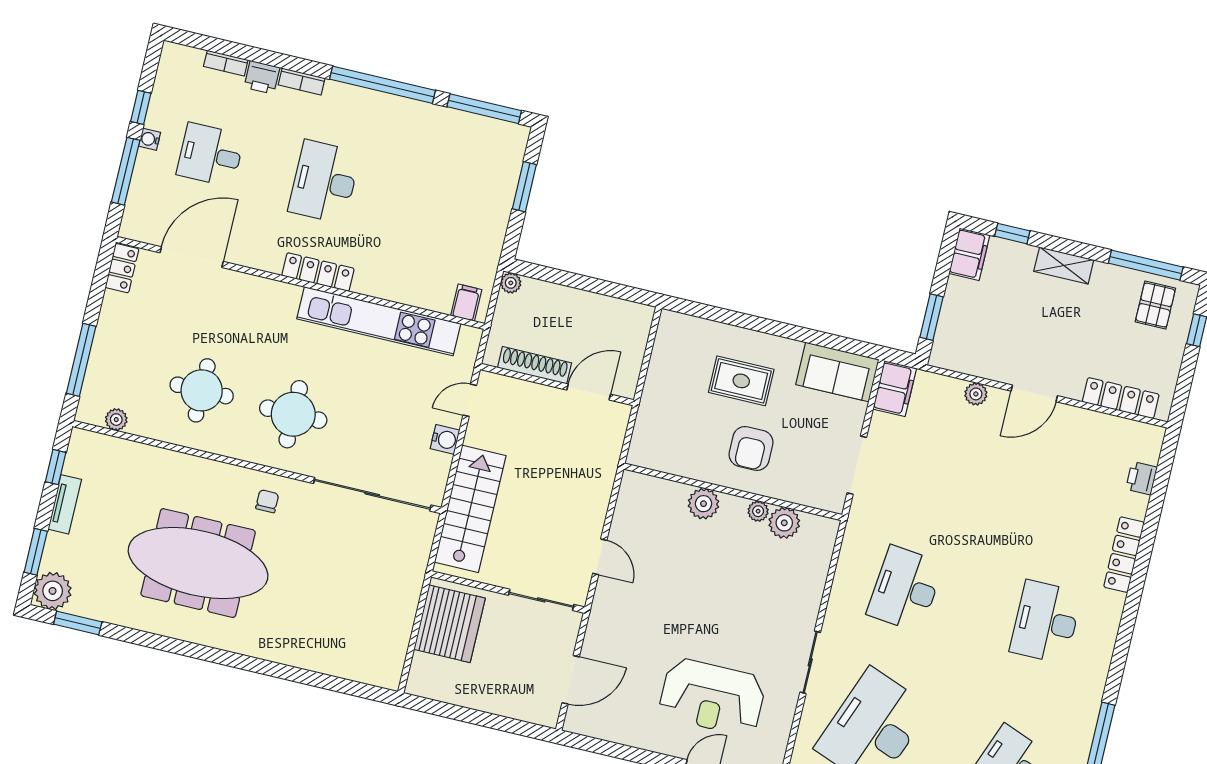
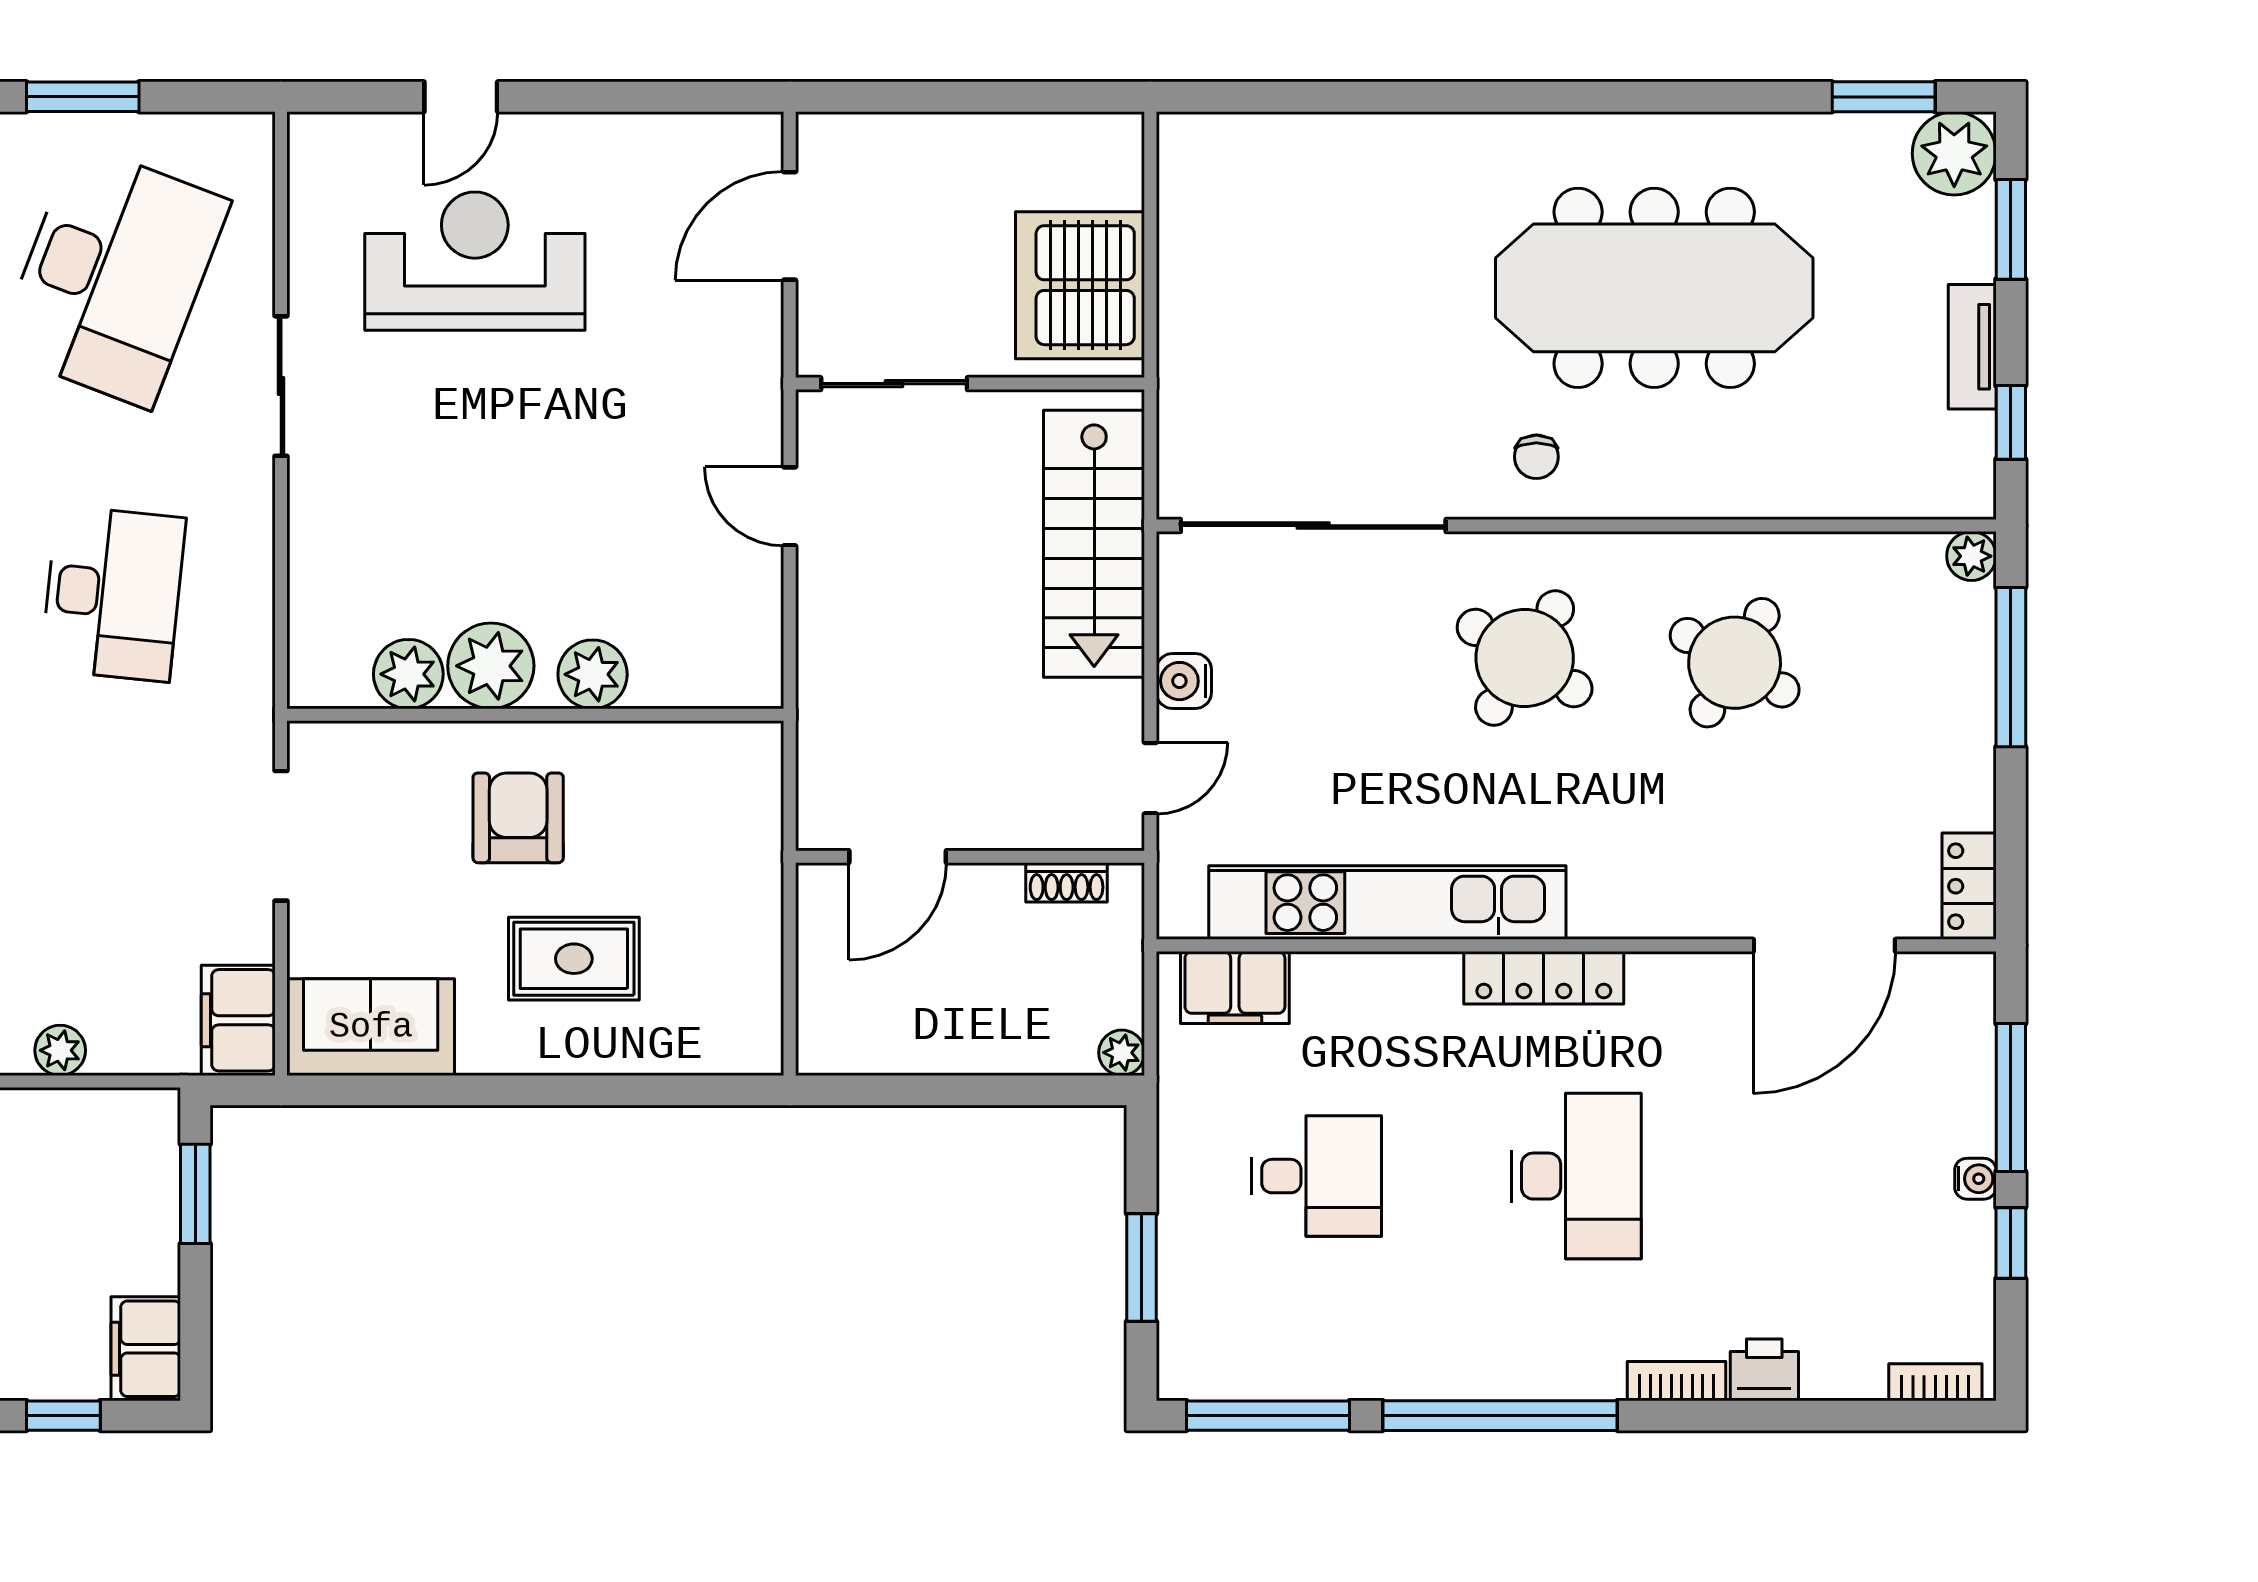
bookcase: (226, 63) -> (1935, 1382), moved
desk: (210, 155) -> (1316, 1176), moved
filing cabinet: (466, 303) -> (1235, 987), width x2.00
shoe rack: (535, 365) -> (1067, 882), width x0.51, depth x0.81
round table: (202, 390) -> (1735, 663), turned 30
round table: (293, 414) -> (1525, 658), turned 32
plant: (116, 420) -> (1971, 556), moved
plant: (758, 511) -> (491, 666), width x1.88, depth x1.88

